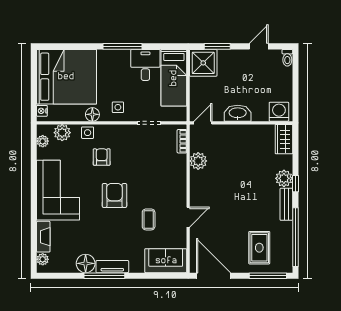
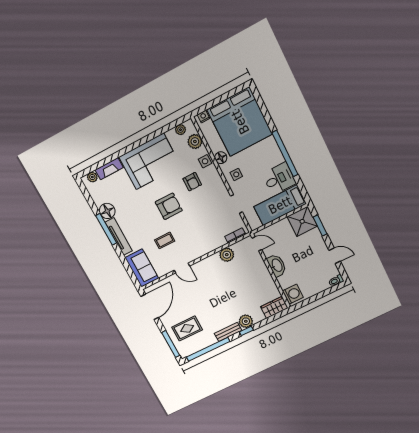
window: (123, 46) -> (285, 154), width x1.46
armchair: (102, 157) -> (192, 182), turned 90
tv unit: (112, 267) -> (119, 237), width x1.41

